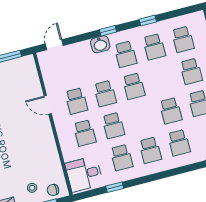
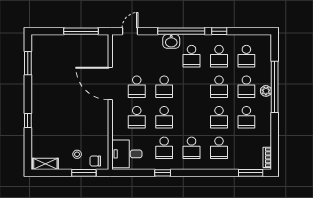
window: (108, 31) -> (181, 31), width x3.17
school desk: (134, 86) -> (219, 87), moved
door: (48, 105) -> (110, 84), width x1.87
window: (115, 187) -> (163, 173), moved

